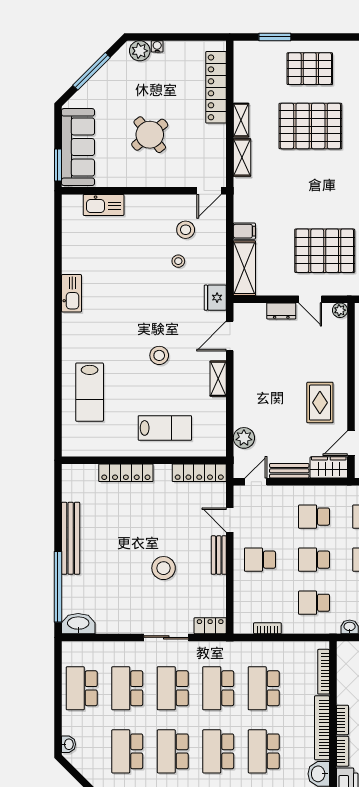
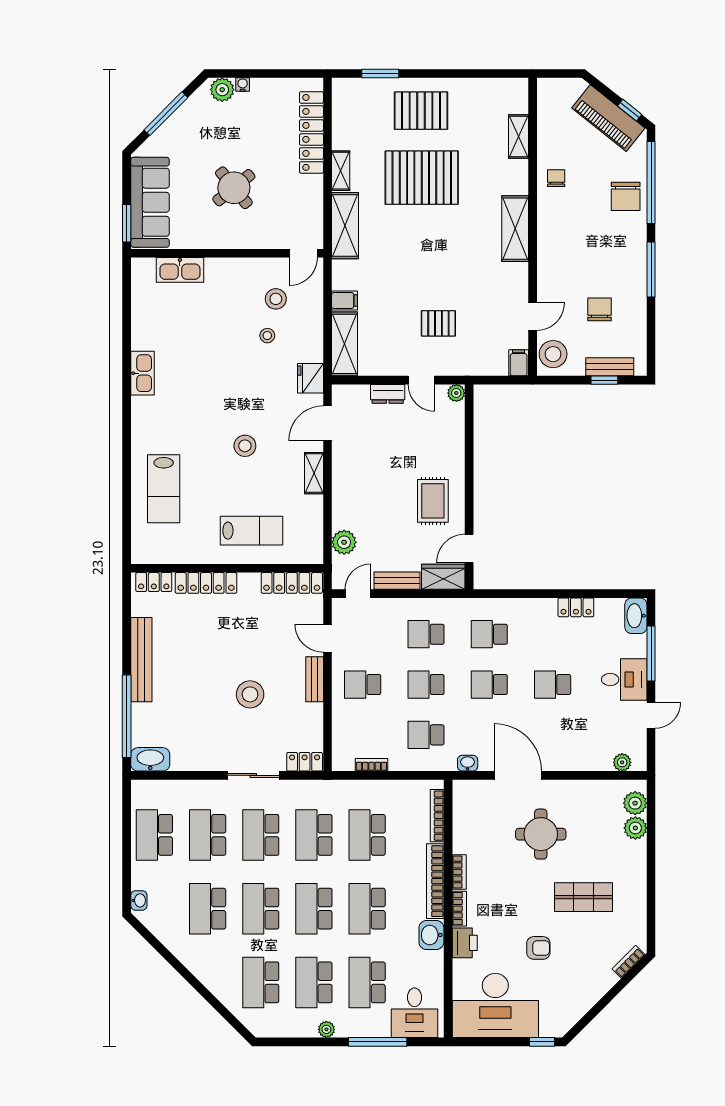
shelving: (242, 158) -> (345, 226), width x1.50, depth x1.33
pallet: (325, 251) -> (438, 323), width x0.49, depth x0.50
locker: (81, 472) -> (154, 582), added

